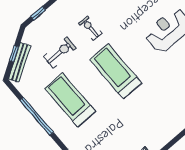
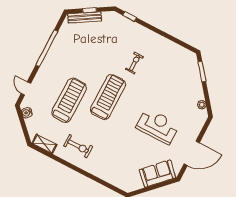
exercise bike: (60, 52) -> (78, 146), moved
treadmill: (70, 100) -> (69, 100), moved

